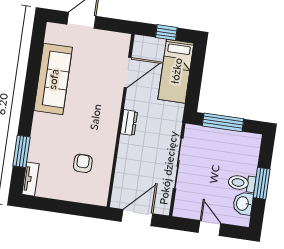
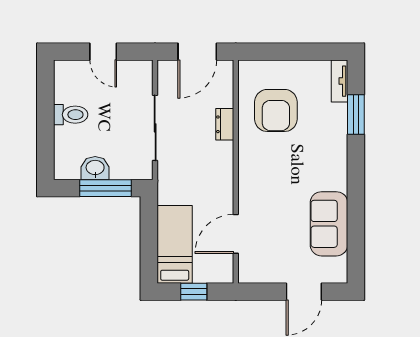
sofa: (53, 79) -> (329, 224), width x0.73
dresser: (129, 123) -> (225, 124), moved
armchair: (83, 163) -> (276, 110), width x1.88, depth x1.88
window: (262, 183) -> (45, 118), removed
washbasin: (243, 204) -> (95, 168), moved, turned -90

